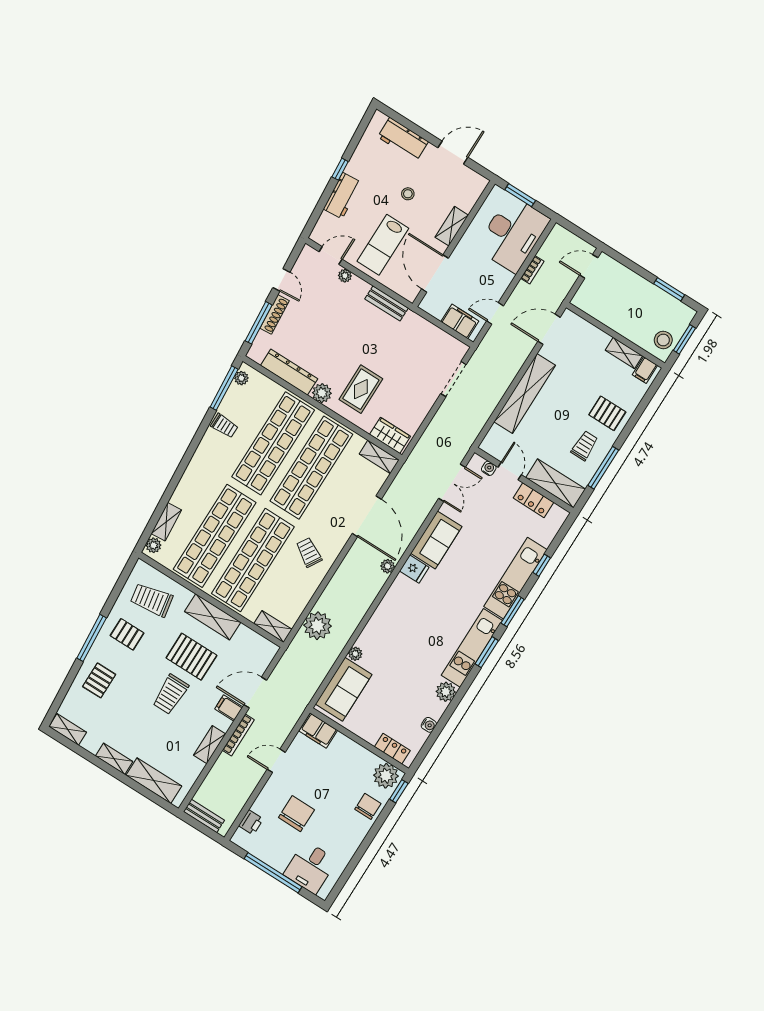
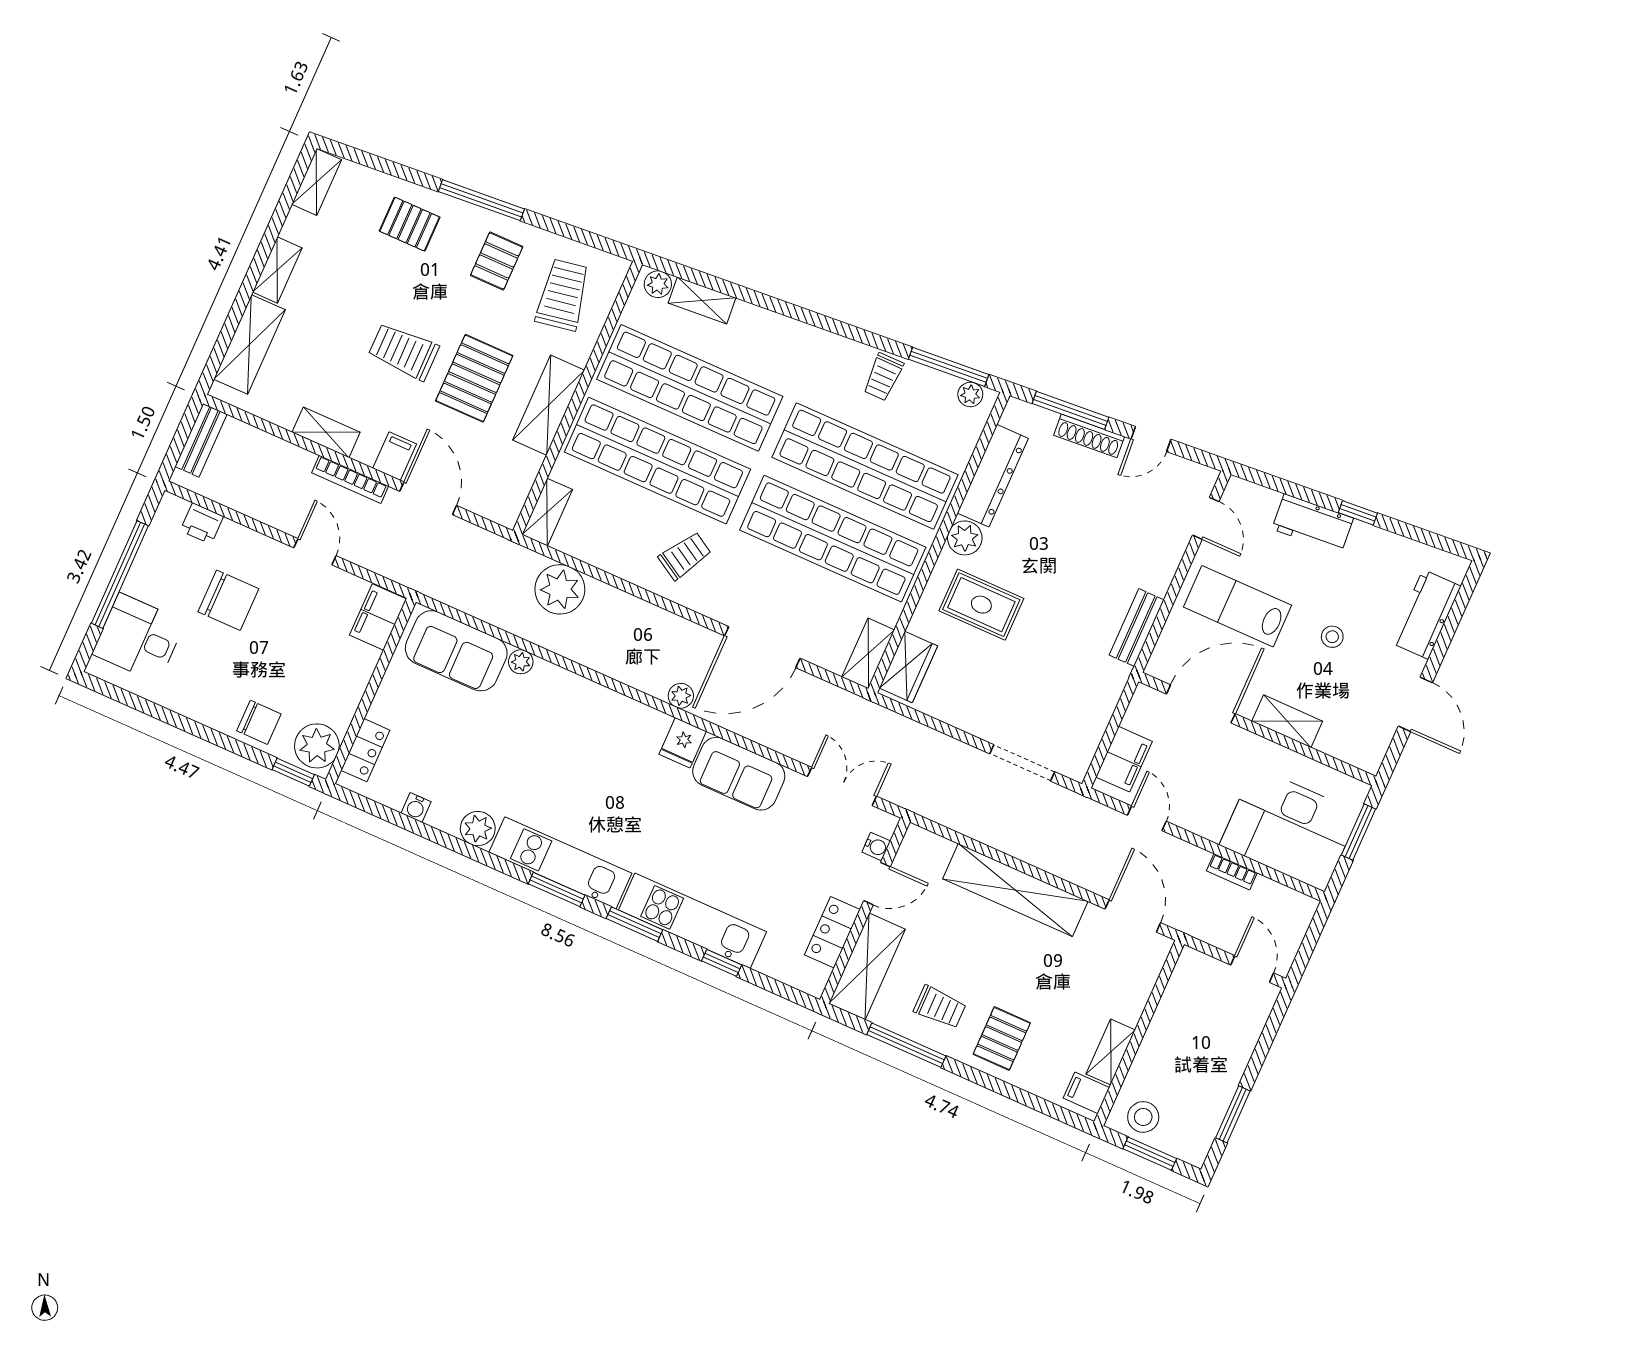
plant: (345, 276) -> (1174, 548), removed
double door: (452, 483) -> (842, 786), swing flipped

